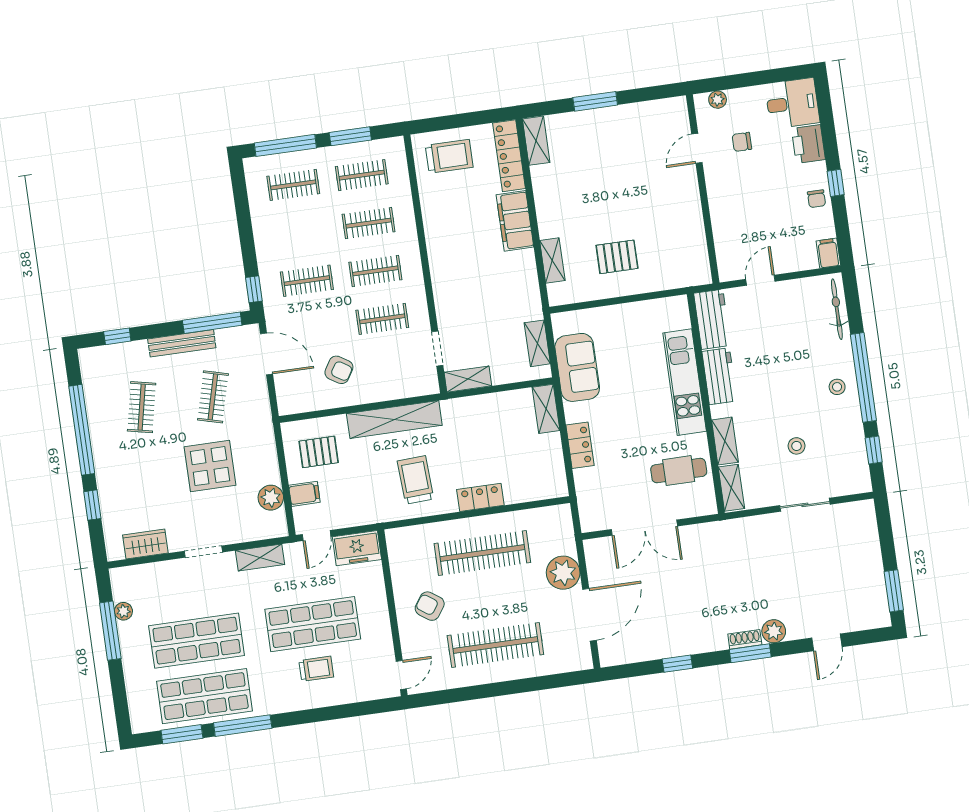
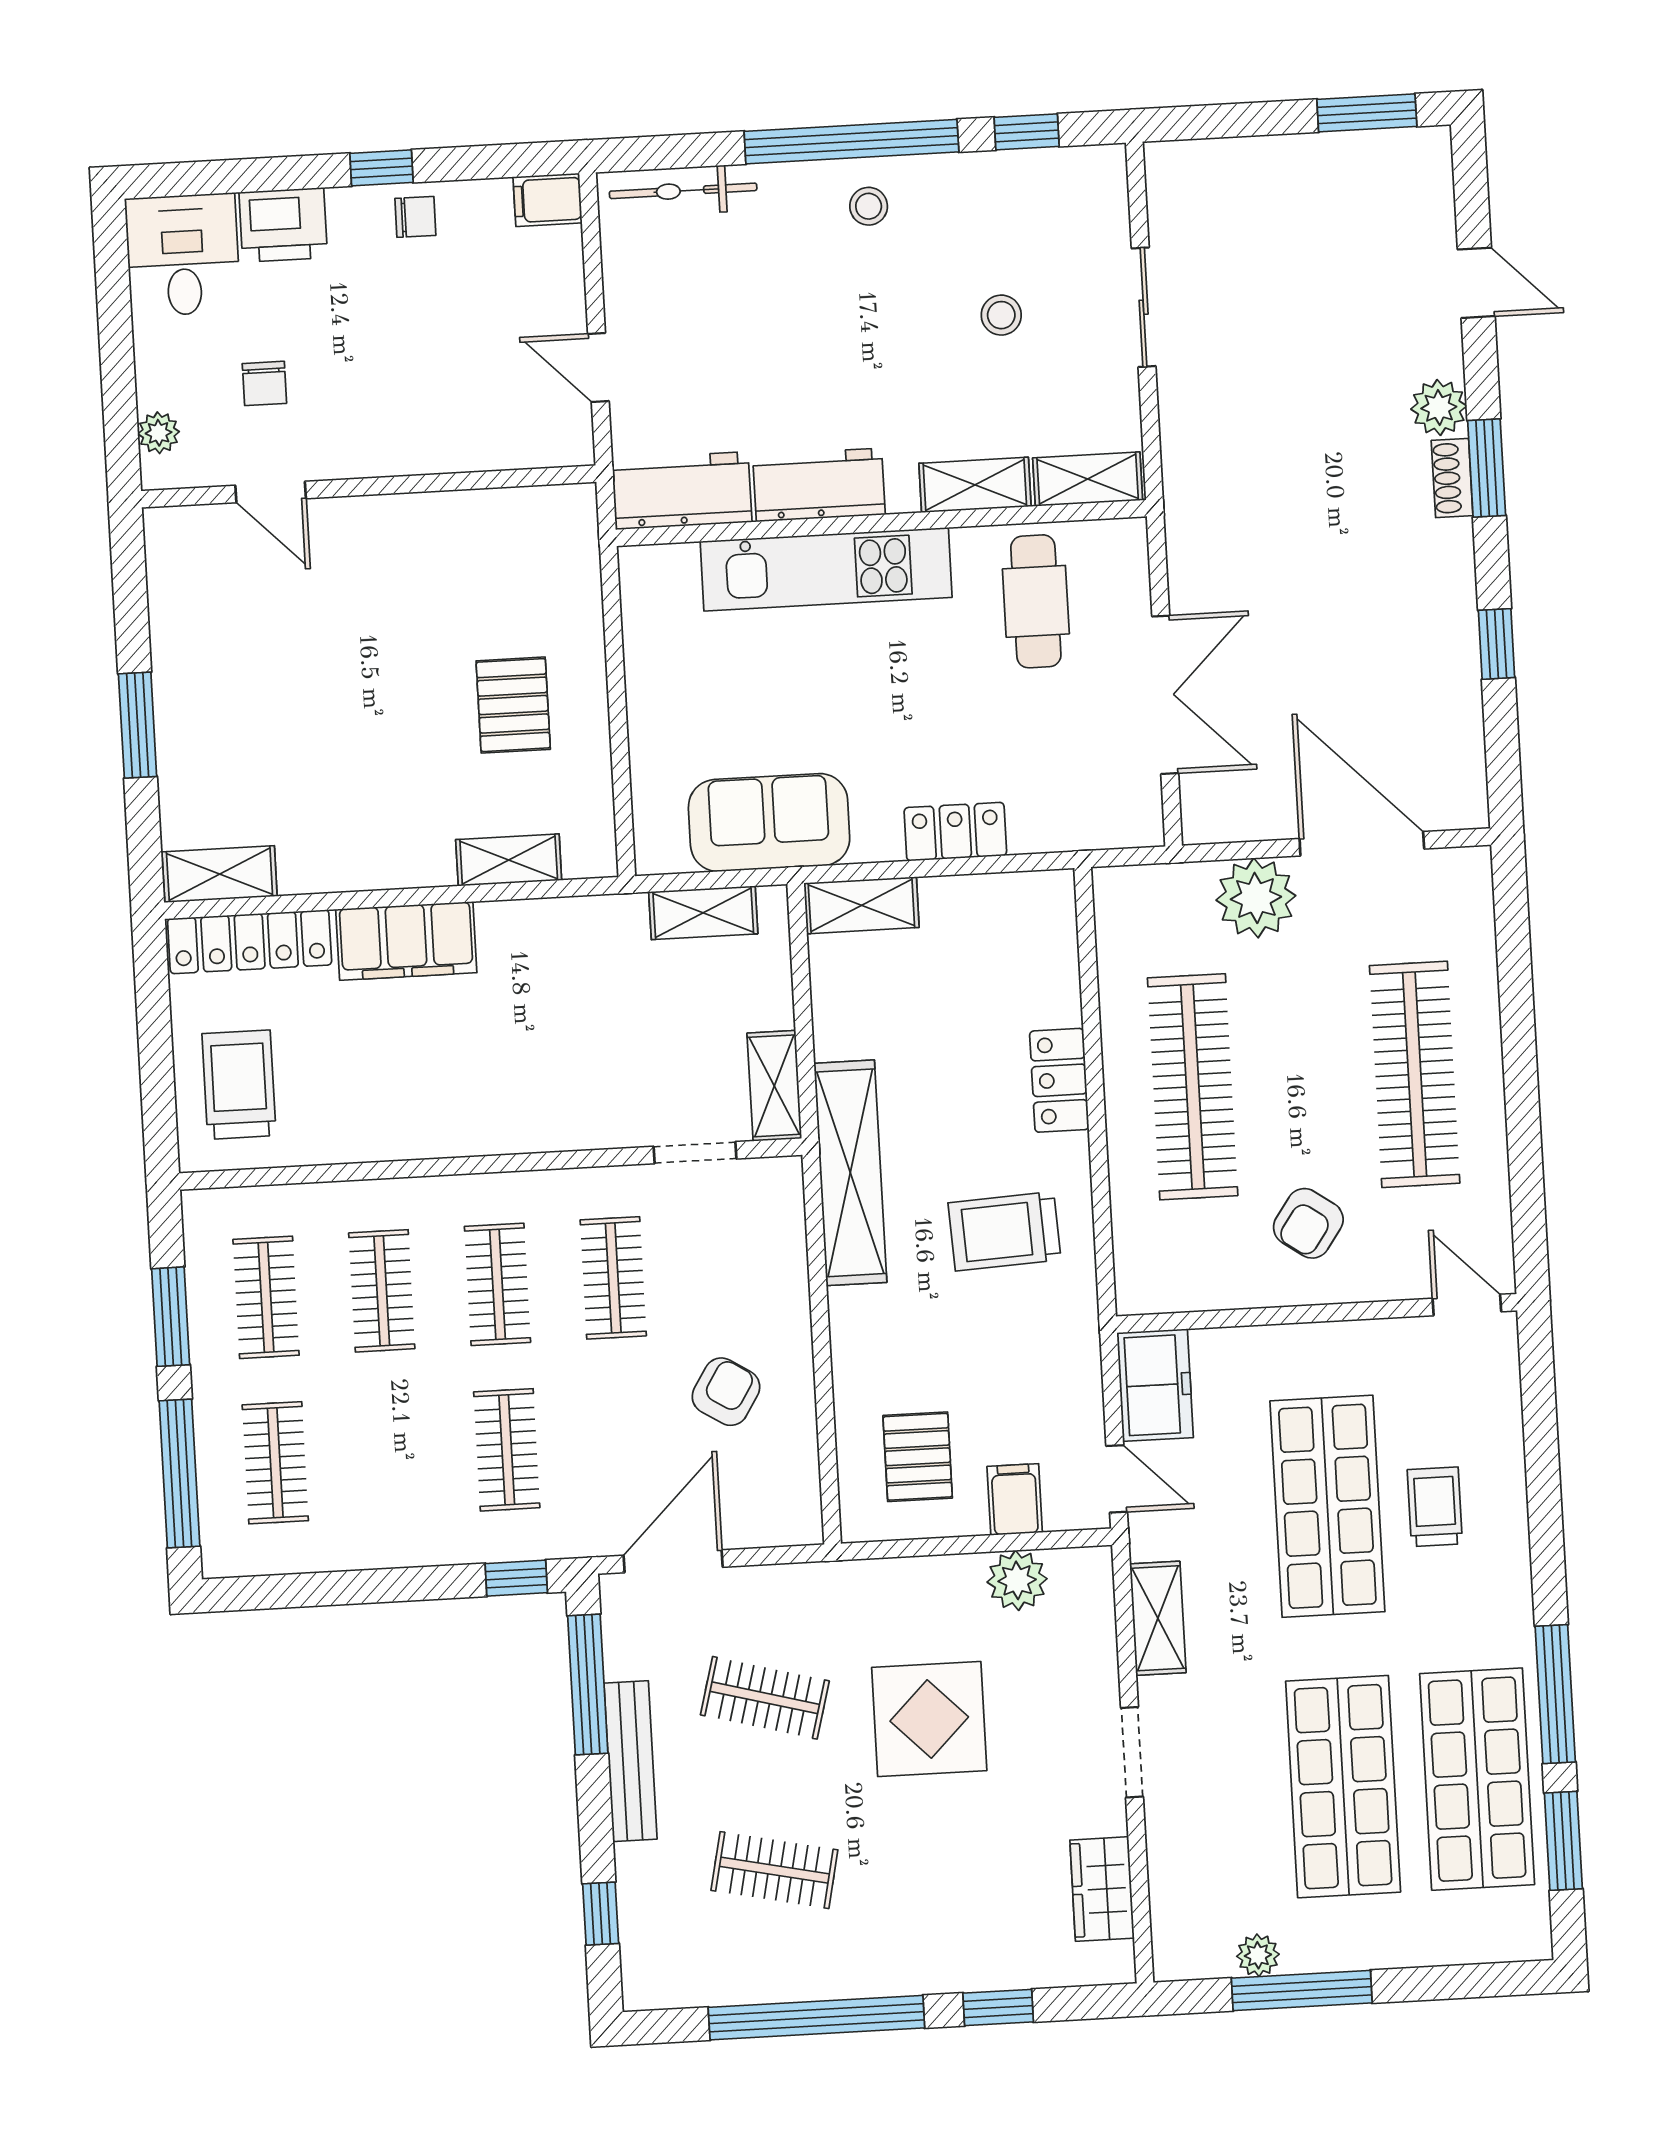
shelving: (394, 419) -> (850, 1173), moved

